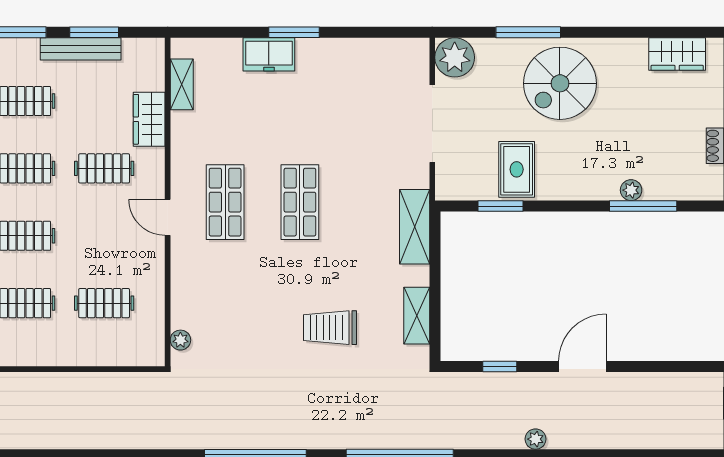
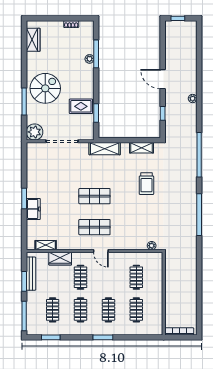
bench: (81, 49) -> (31, 274), moved
spiral stairs: (560, 83) -> (45, 88), turned -90
door: (168, 217) -> (101, 251), hinge flipped

